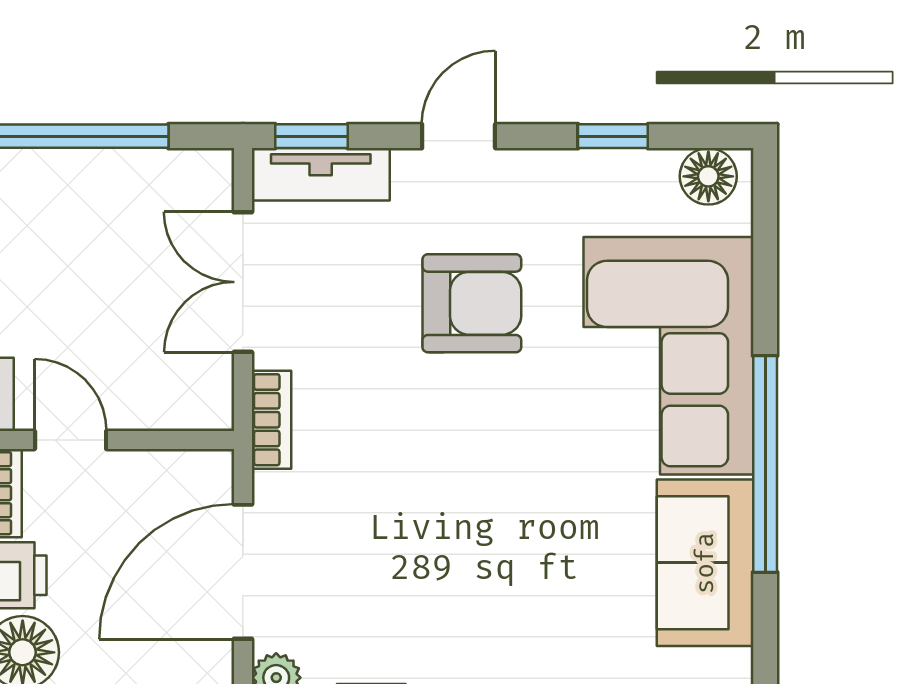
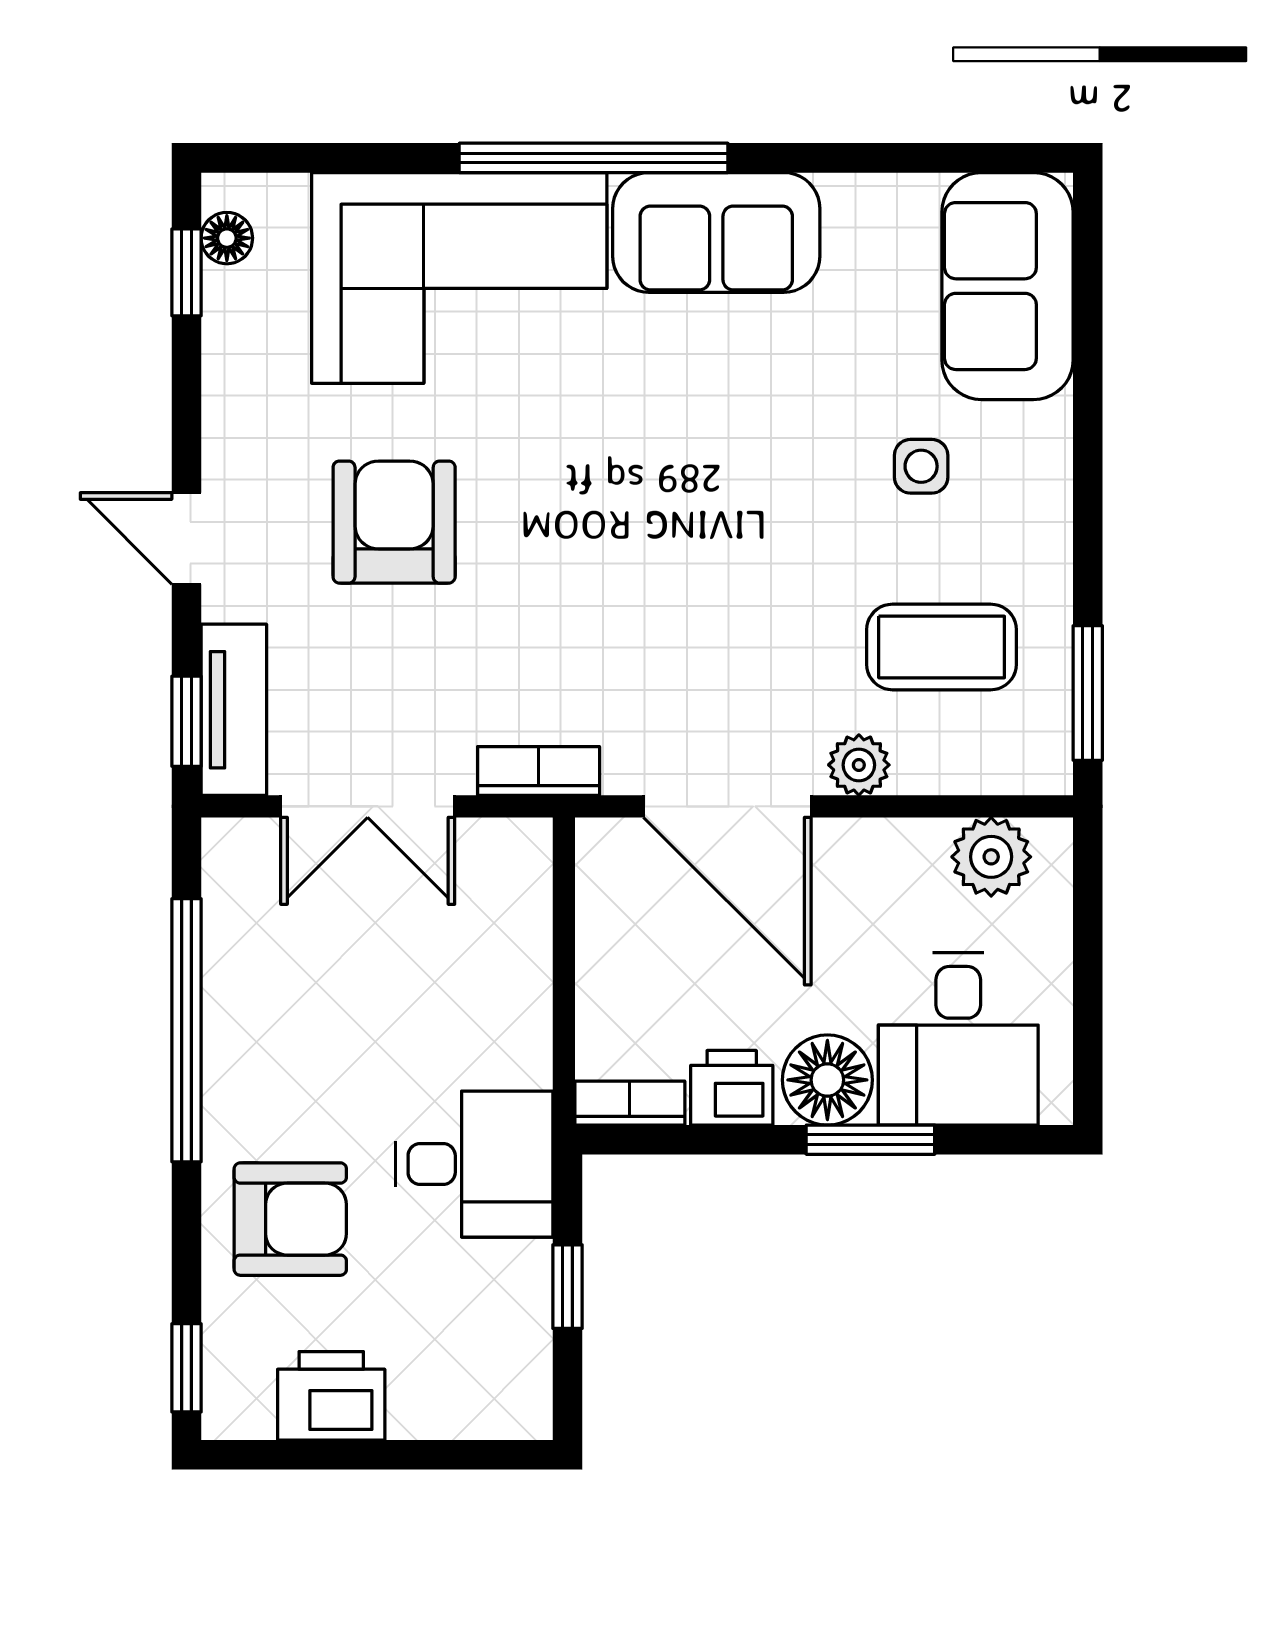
window: (613, 136) -> (187, 272), moved
floor lamp: (708, 176) -> (227, 238), width x0.73, depth x0.73
door: (71, 440) -> (564, 1020), removed

